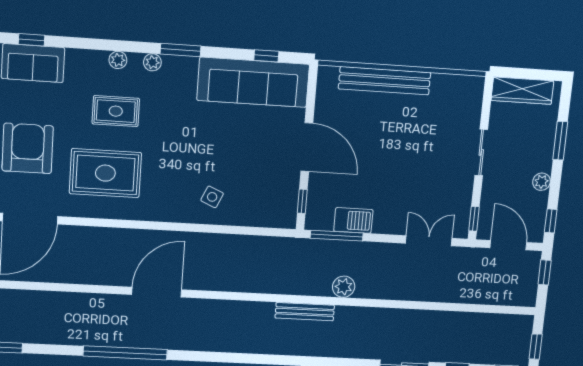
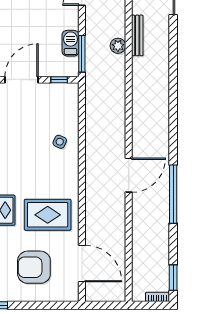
rug: (105, 173) -> (48, 215), turned 90
door: (157, 292) -> (129, 175), swing flipped
bench: (305, 312) -> (137, 35), moved

